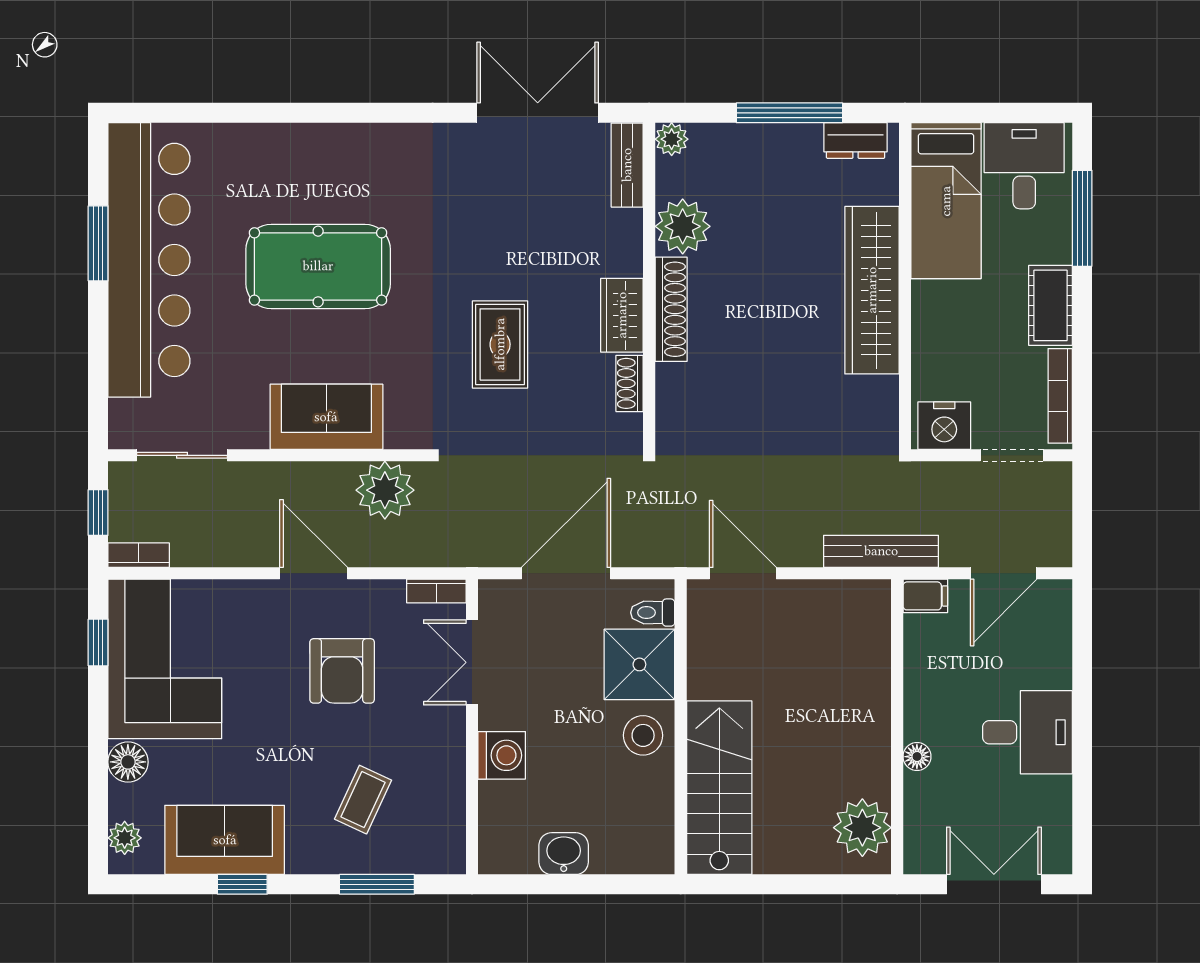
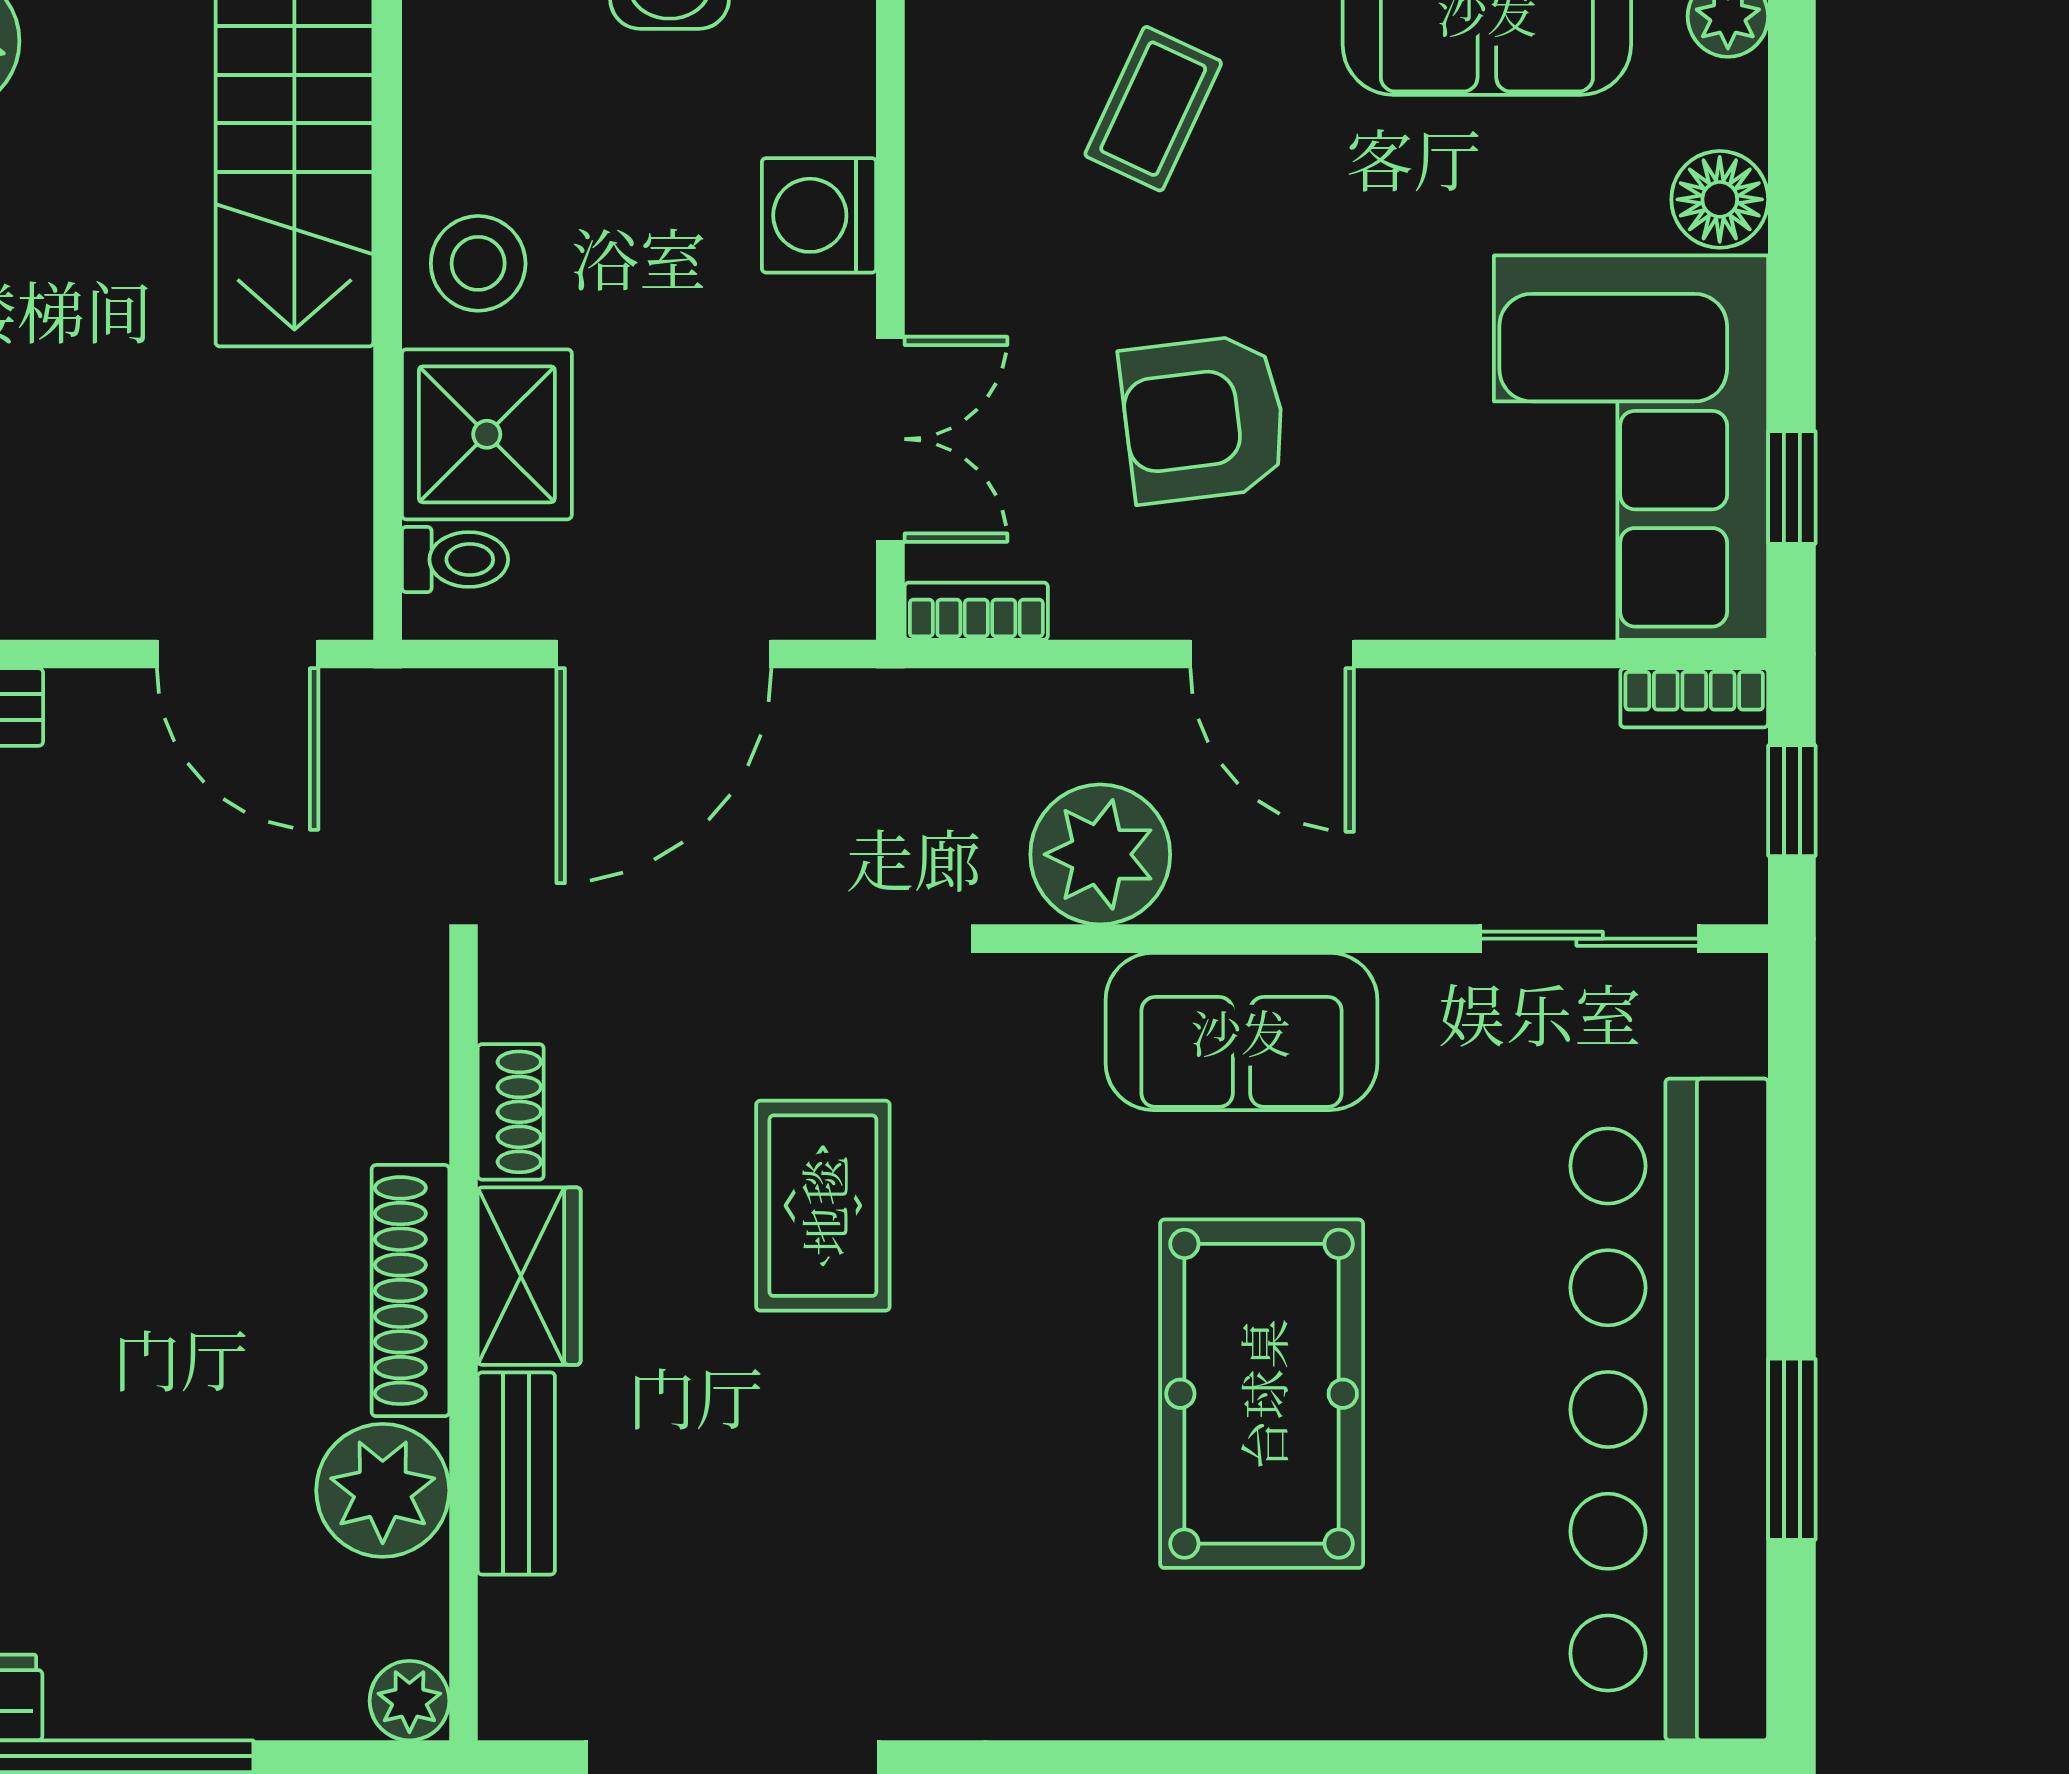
bench: (627, 165) -> (516, 1473), moved
pool table: (318, 266) -> (1262, 1394), turned 90
armchair: (342, 671) -> (1204, 419), turned -97

